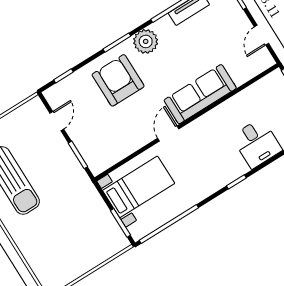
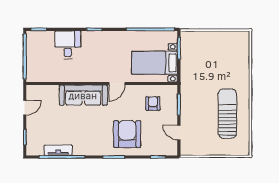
plant: (146, 41) -> (96, 147), removed
armchair: (118, 80) -> (127, 134), turned 180
door: (57, 121) -> (179, 133), hinge flipped
armchair: (110, 137) -> (153, 104), added

